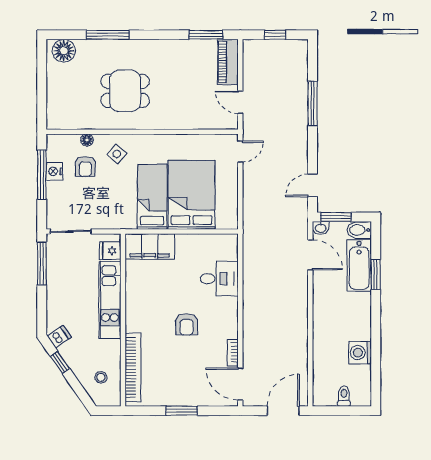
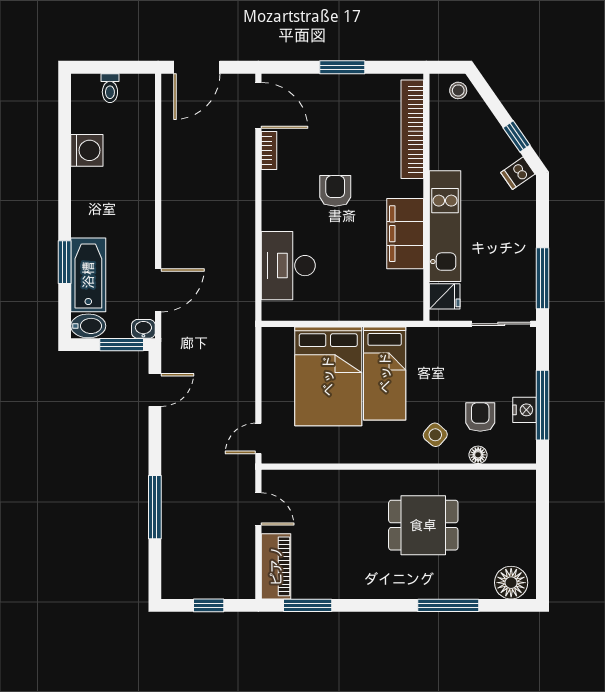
filing cabinet: (150, 246) -> (405, 234), moved, turned -90
door: (310, 255) -> (158, 290), swing flipped
desk: (219, 279) -> (288, 266), width x1.37
stool: (101, 377) -> (458, 90), moved

